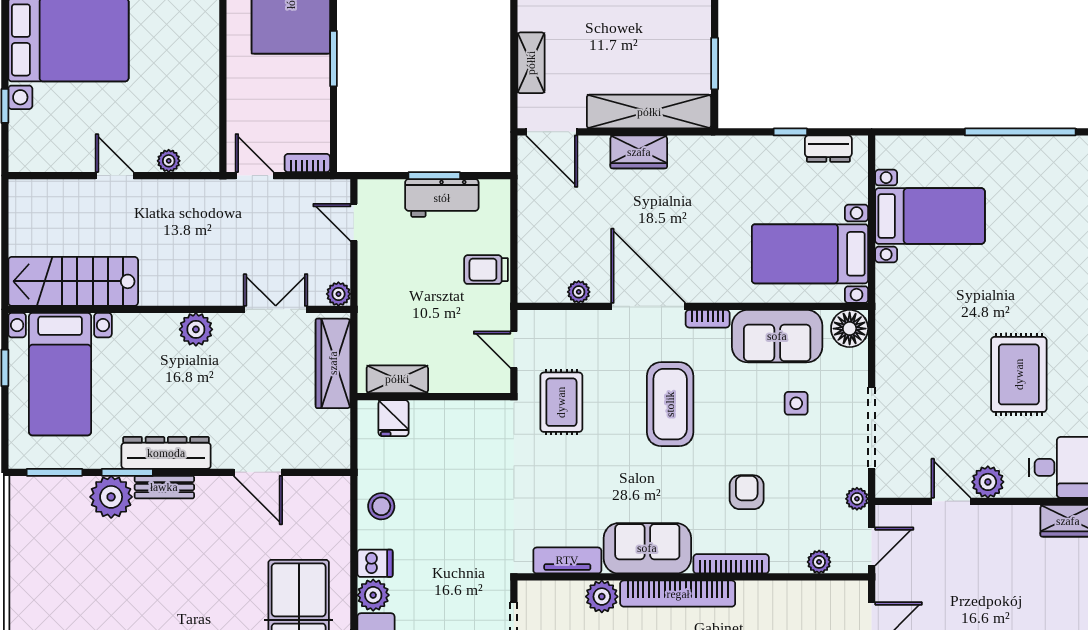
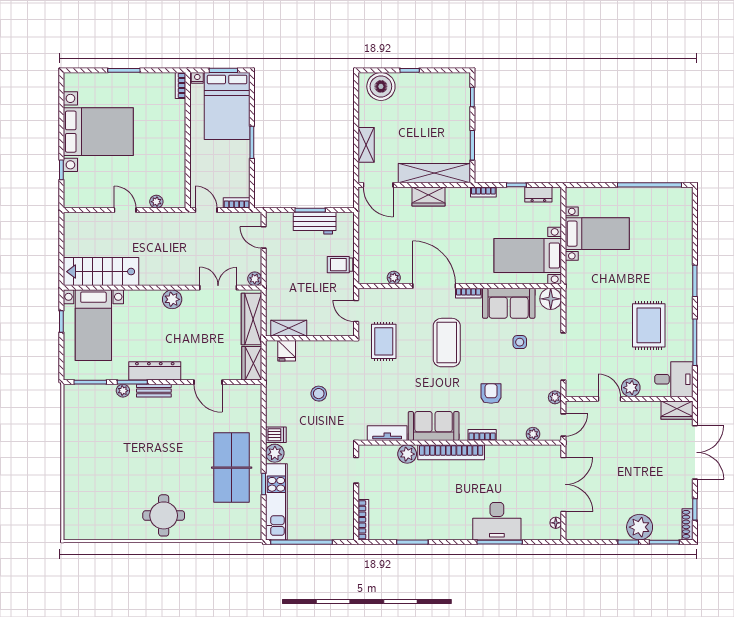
bookcase: (733, 144) -> (483, 192), added
wardrobe: (333, 440) -> (252, 363), added
plant: (111, 497) -> (123, 391), width x0.53, depth x0.53
stool: (381, 506) -> (319, 394), moved
bookcase: (731, 564) -> (482, 435), width x0.64

